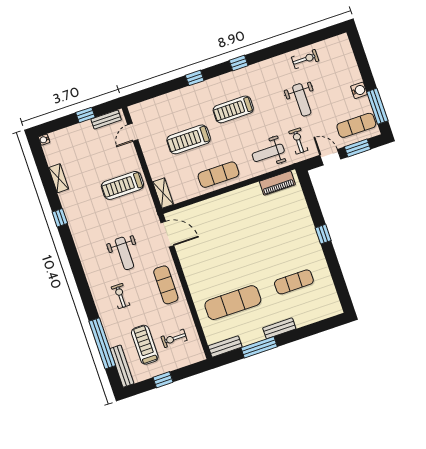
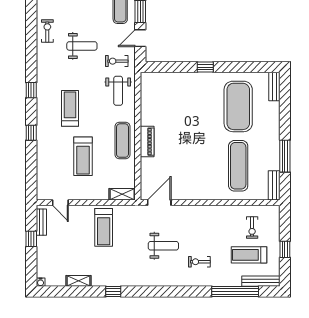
treadmill: (233, 109) -> (70, 108), turned 180
piano: (277, 183) -> (147, 142), moved
exercise mat: (294, 282) -> (238, 106), width x2.00, depth x1.45
exercise mat: (166, 285) -> (203, 219), removed
bench: (279, 328) -> (274, 86), moved

